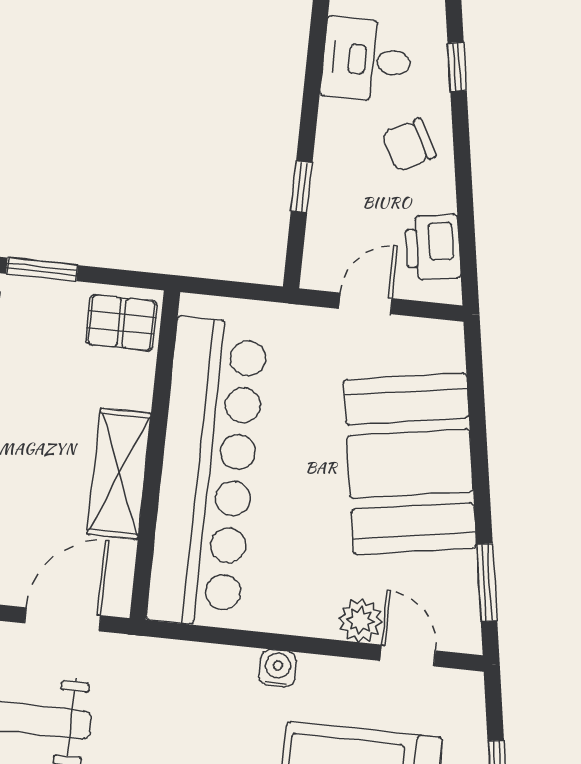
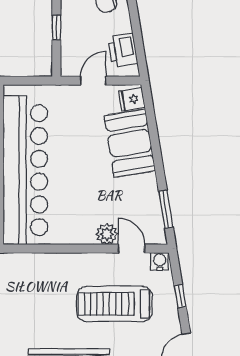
fridge: (440, 350) -> (132, 99), added
booth: (410, 464) -> (130, 143), width x0.73, depth x0.70
water cooler: (278, 668) -> (160, 261), moved

